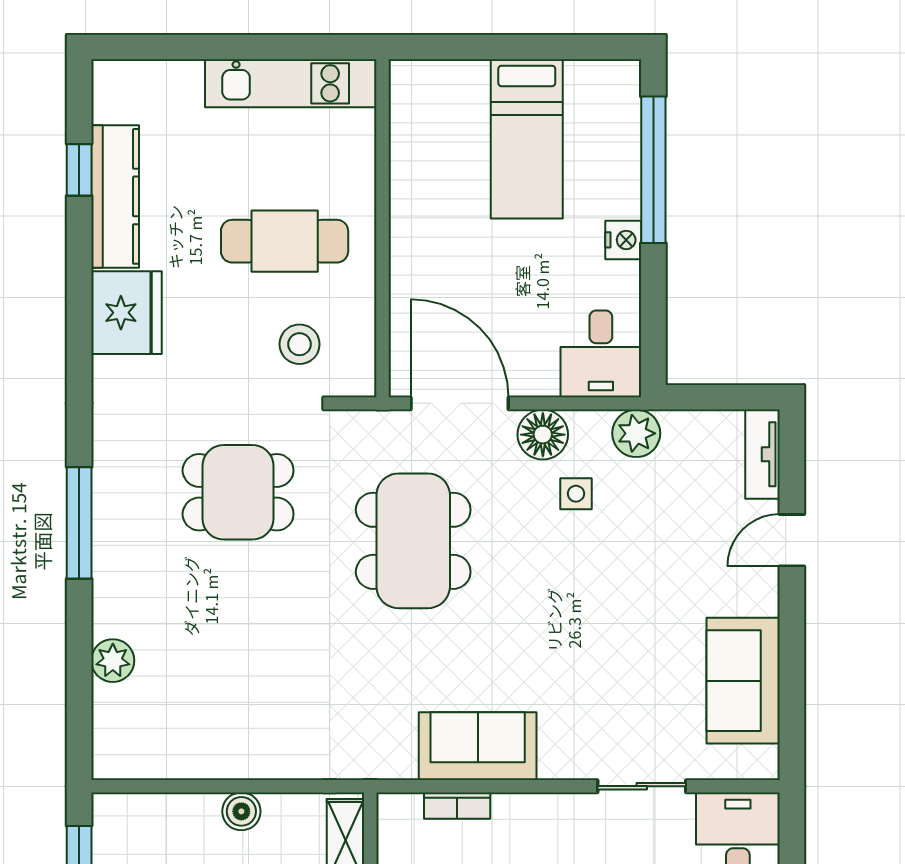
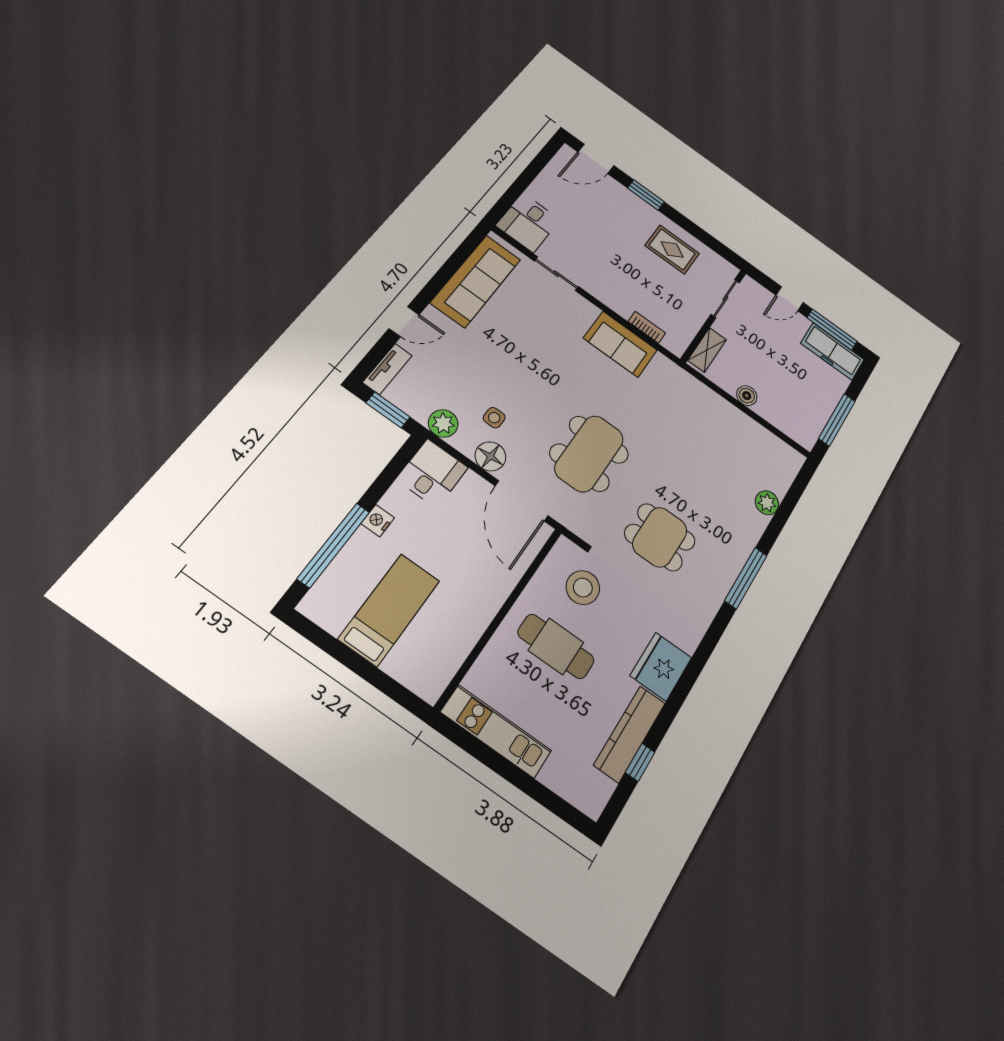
stool: (300, 344) -> (583, 588), width x1.38, depth x1.38
window: (719, 397) -> (388, 410), added
sofa: (743, 681) -> (476, 281), width x1.36

